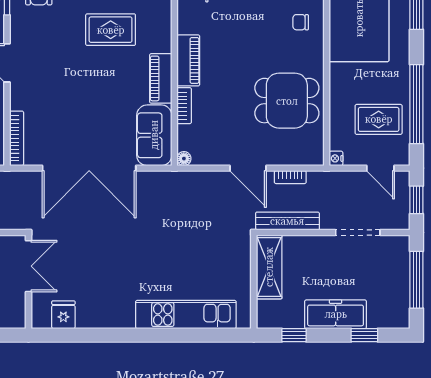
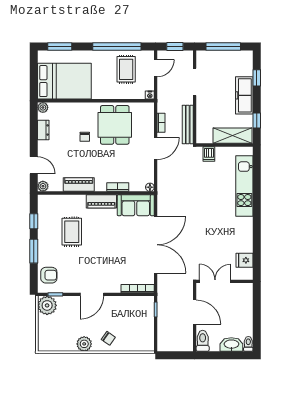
chair: (301, 22) -> (85, 137), moved
piano: (188, 60) -> (79, 185), moved
dishwasher: (239, 256) -> (209, 154), added
shelving: (269, 267) -> (233, 136), moved

